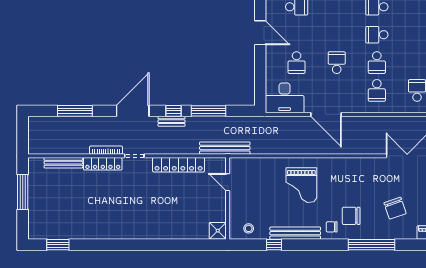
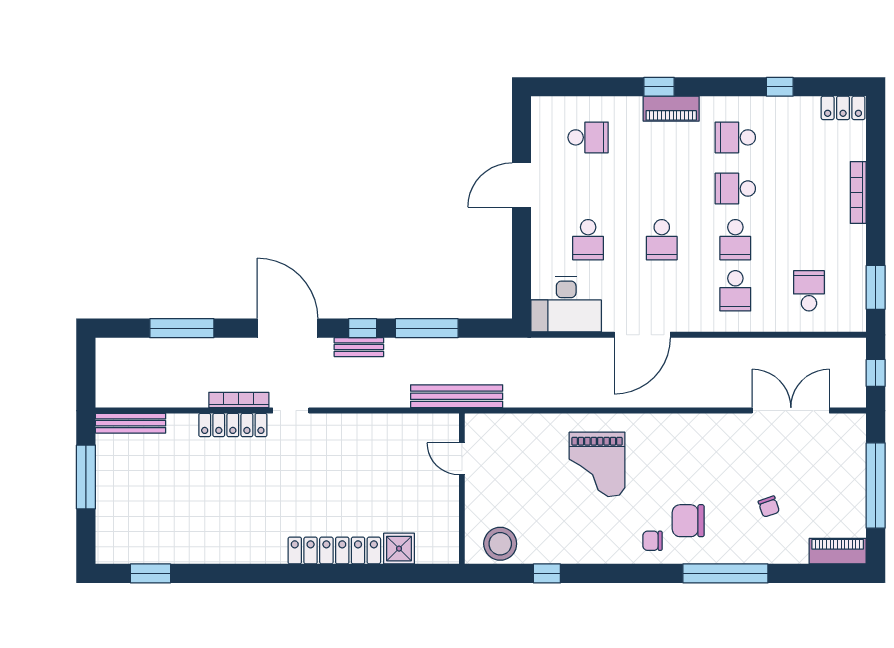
door: (260, 33) -> (521, 185), swing flipped
school desk: (337, 63) -> (662, 240), turned 180
door: (133, 111) -> (287, 328), hinge flipped
door: (326, 114) -> (642, 335), hinge flipped
bench: (63, 163) -> (131, 423), moved
locker: (179, 165) -> (334, 551), moved, turned 180
chair: (395, 208) -> (769, 507), width x0.54, depth x0.54
stool: (249, 228) -> (500, 544), width x1.89, depth x1.89
shower: (218, 231) -> (399, 549), moved
bench: (295, 233) -> (586, 552), removed

